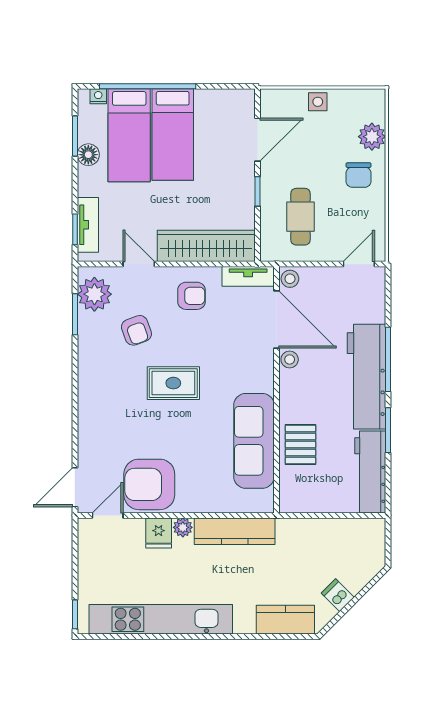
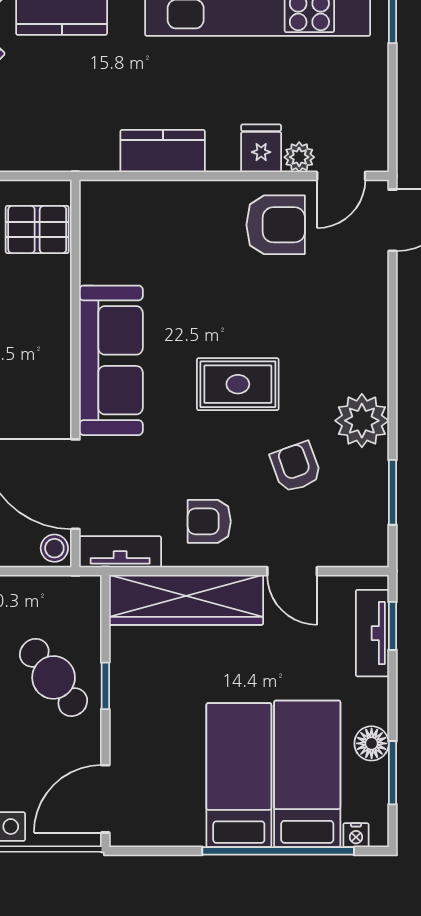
door: (258, 140) -> (105, 799), moved
cafe table: (301, 217) -> (54, 677), moved, turned -38
plant: (94, 294) -> (362, 421), moved
stool: (290, 359) -> (55, 421), removed
sofa: (254, 441) -> (111, 360), moved
pallet: (301, 445) -> (37, 230), moved, turned 90
armchair: (149, 484) -> (276, 225), width x0.73, depth x0.73
plant: (183, 527) -> (299, 157), moved
kitchen counter: (235, 531) -> (163, 151), width x0.67

